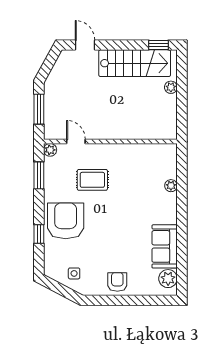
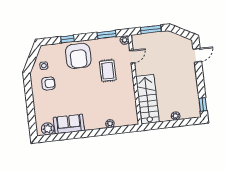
stairs: (135, 63) -> (147, 99), moved, turned 180
armchair: (66, 221) -> (78, 56), turned 90
armchair: (117, 282) -> (48, 84), moved

